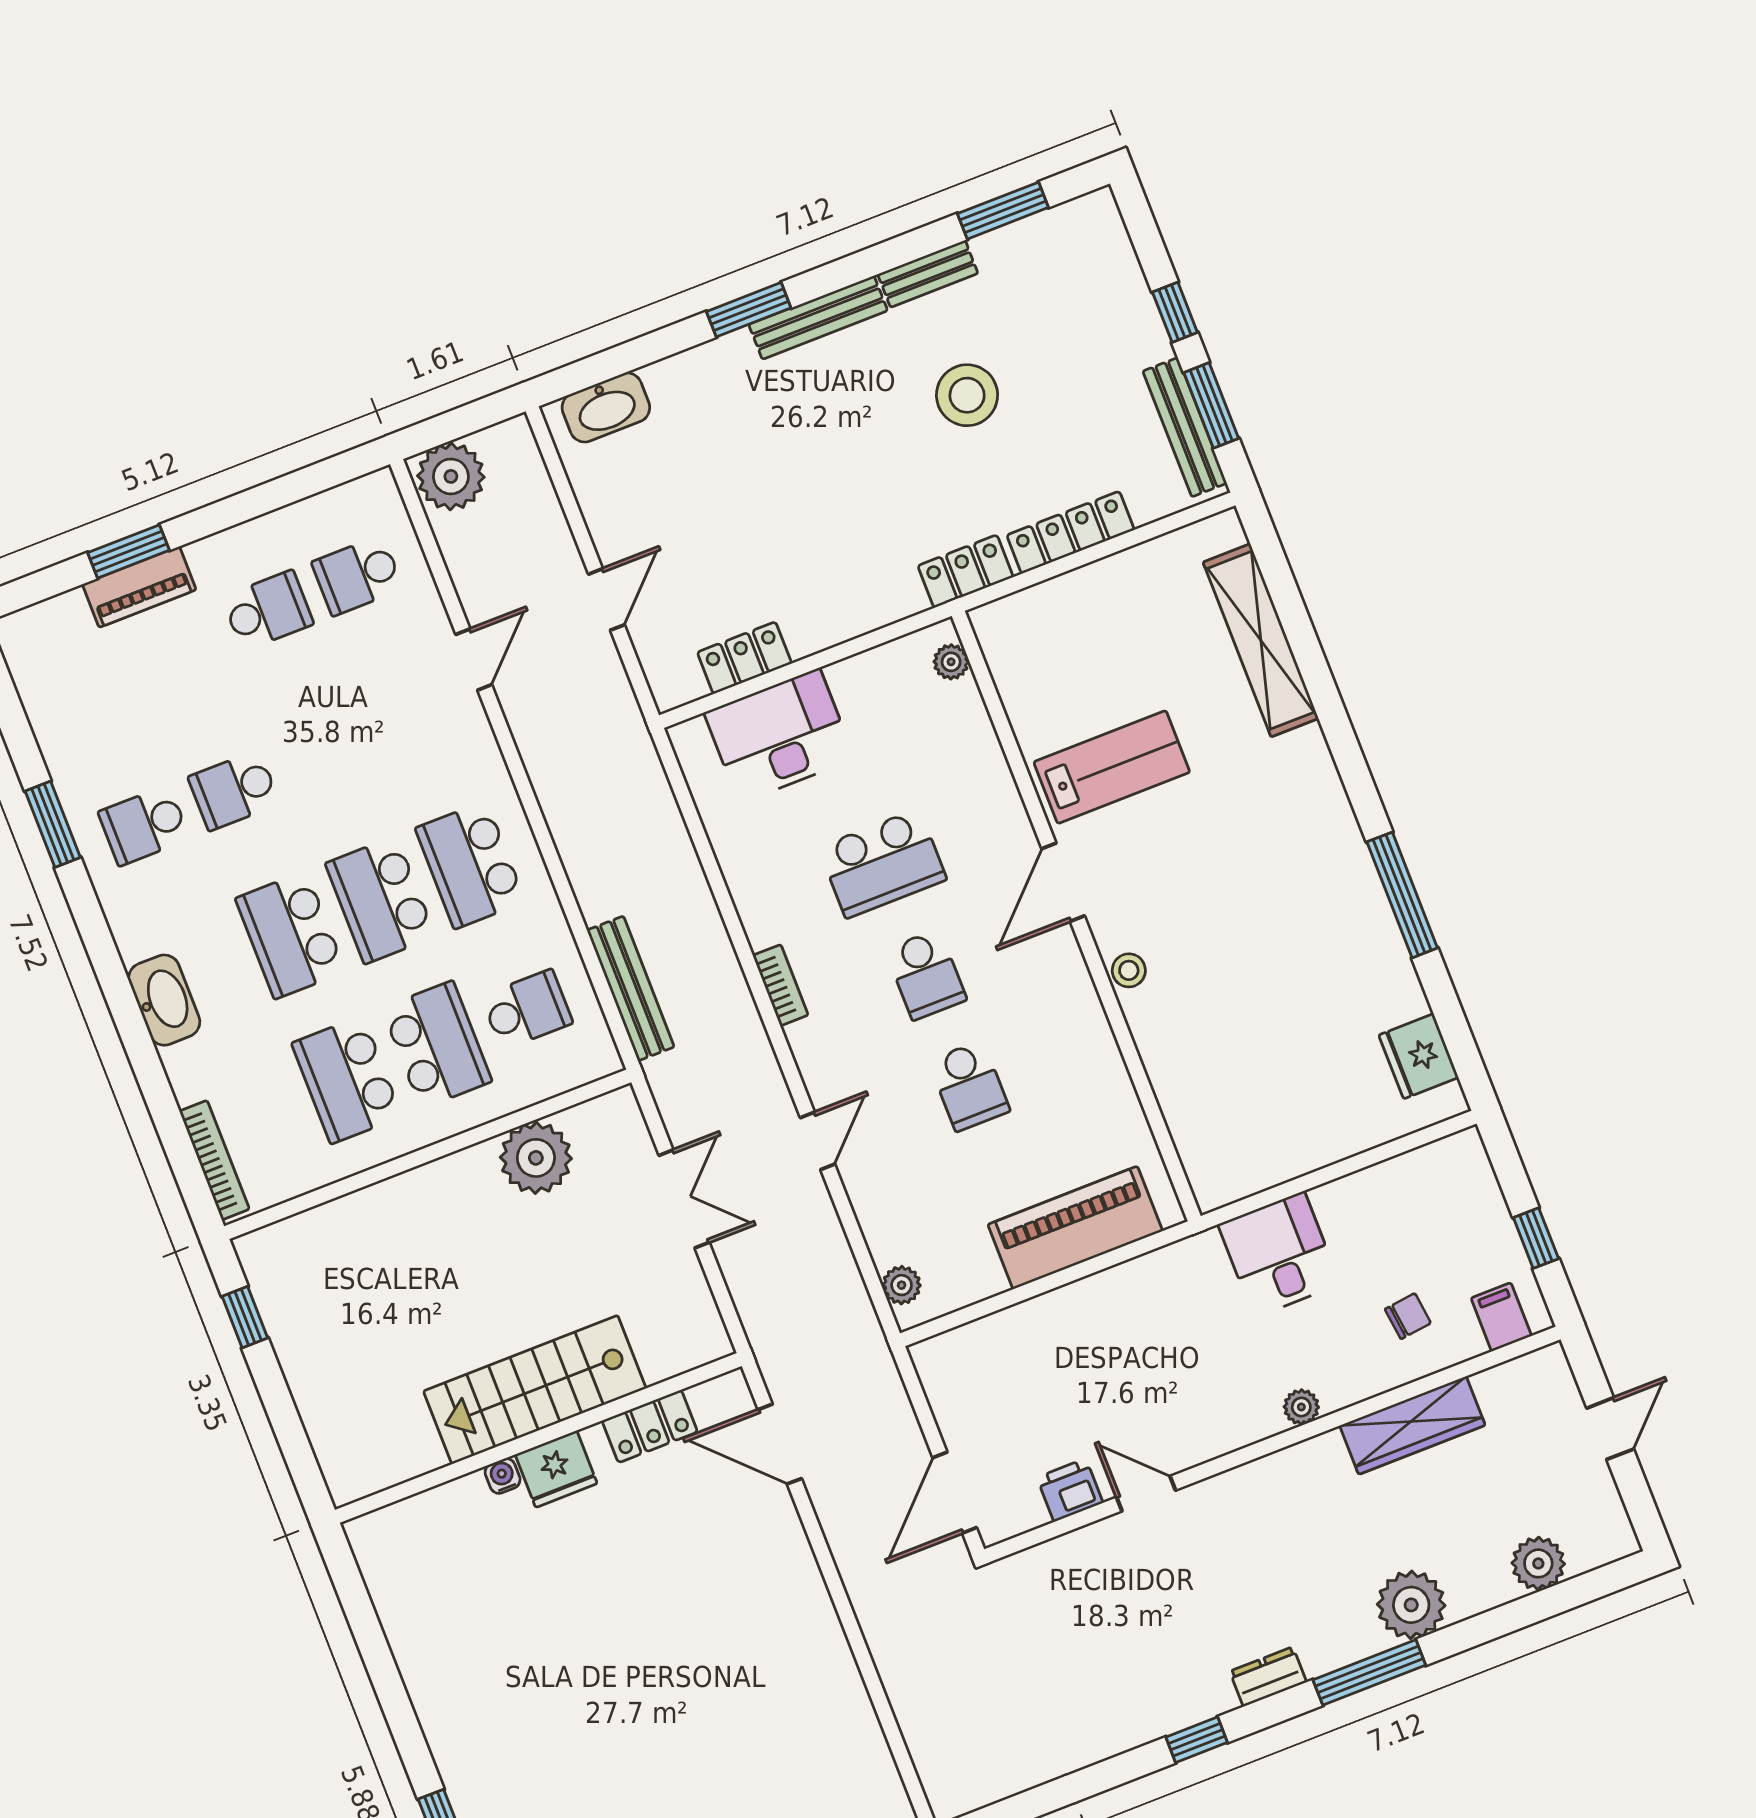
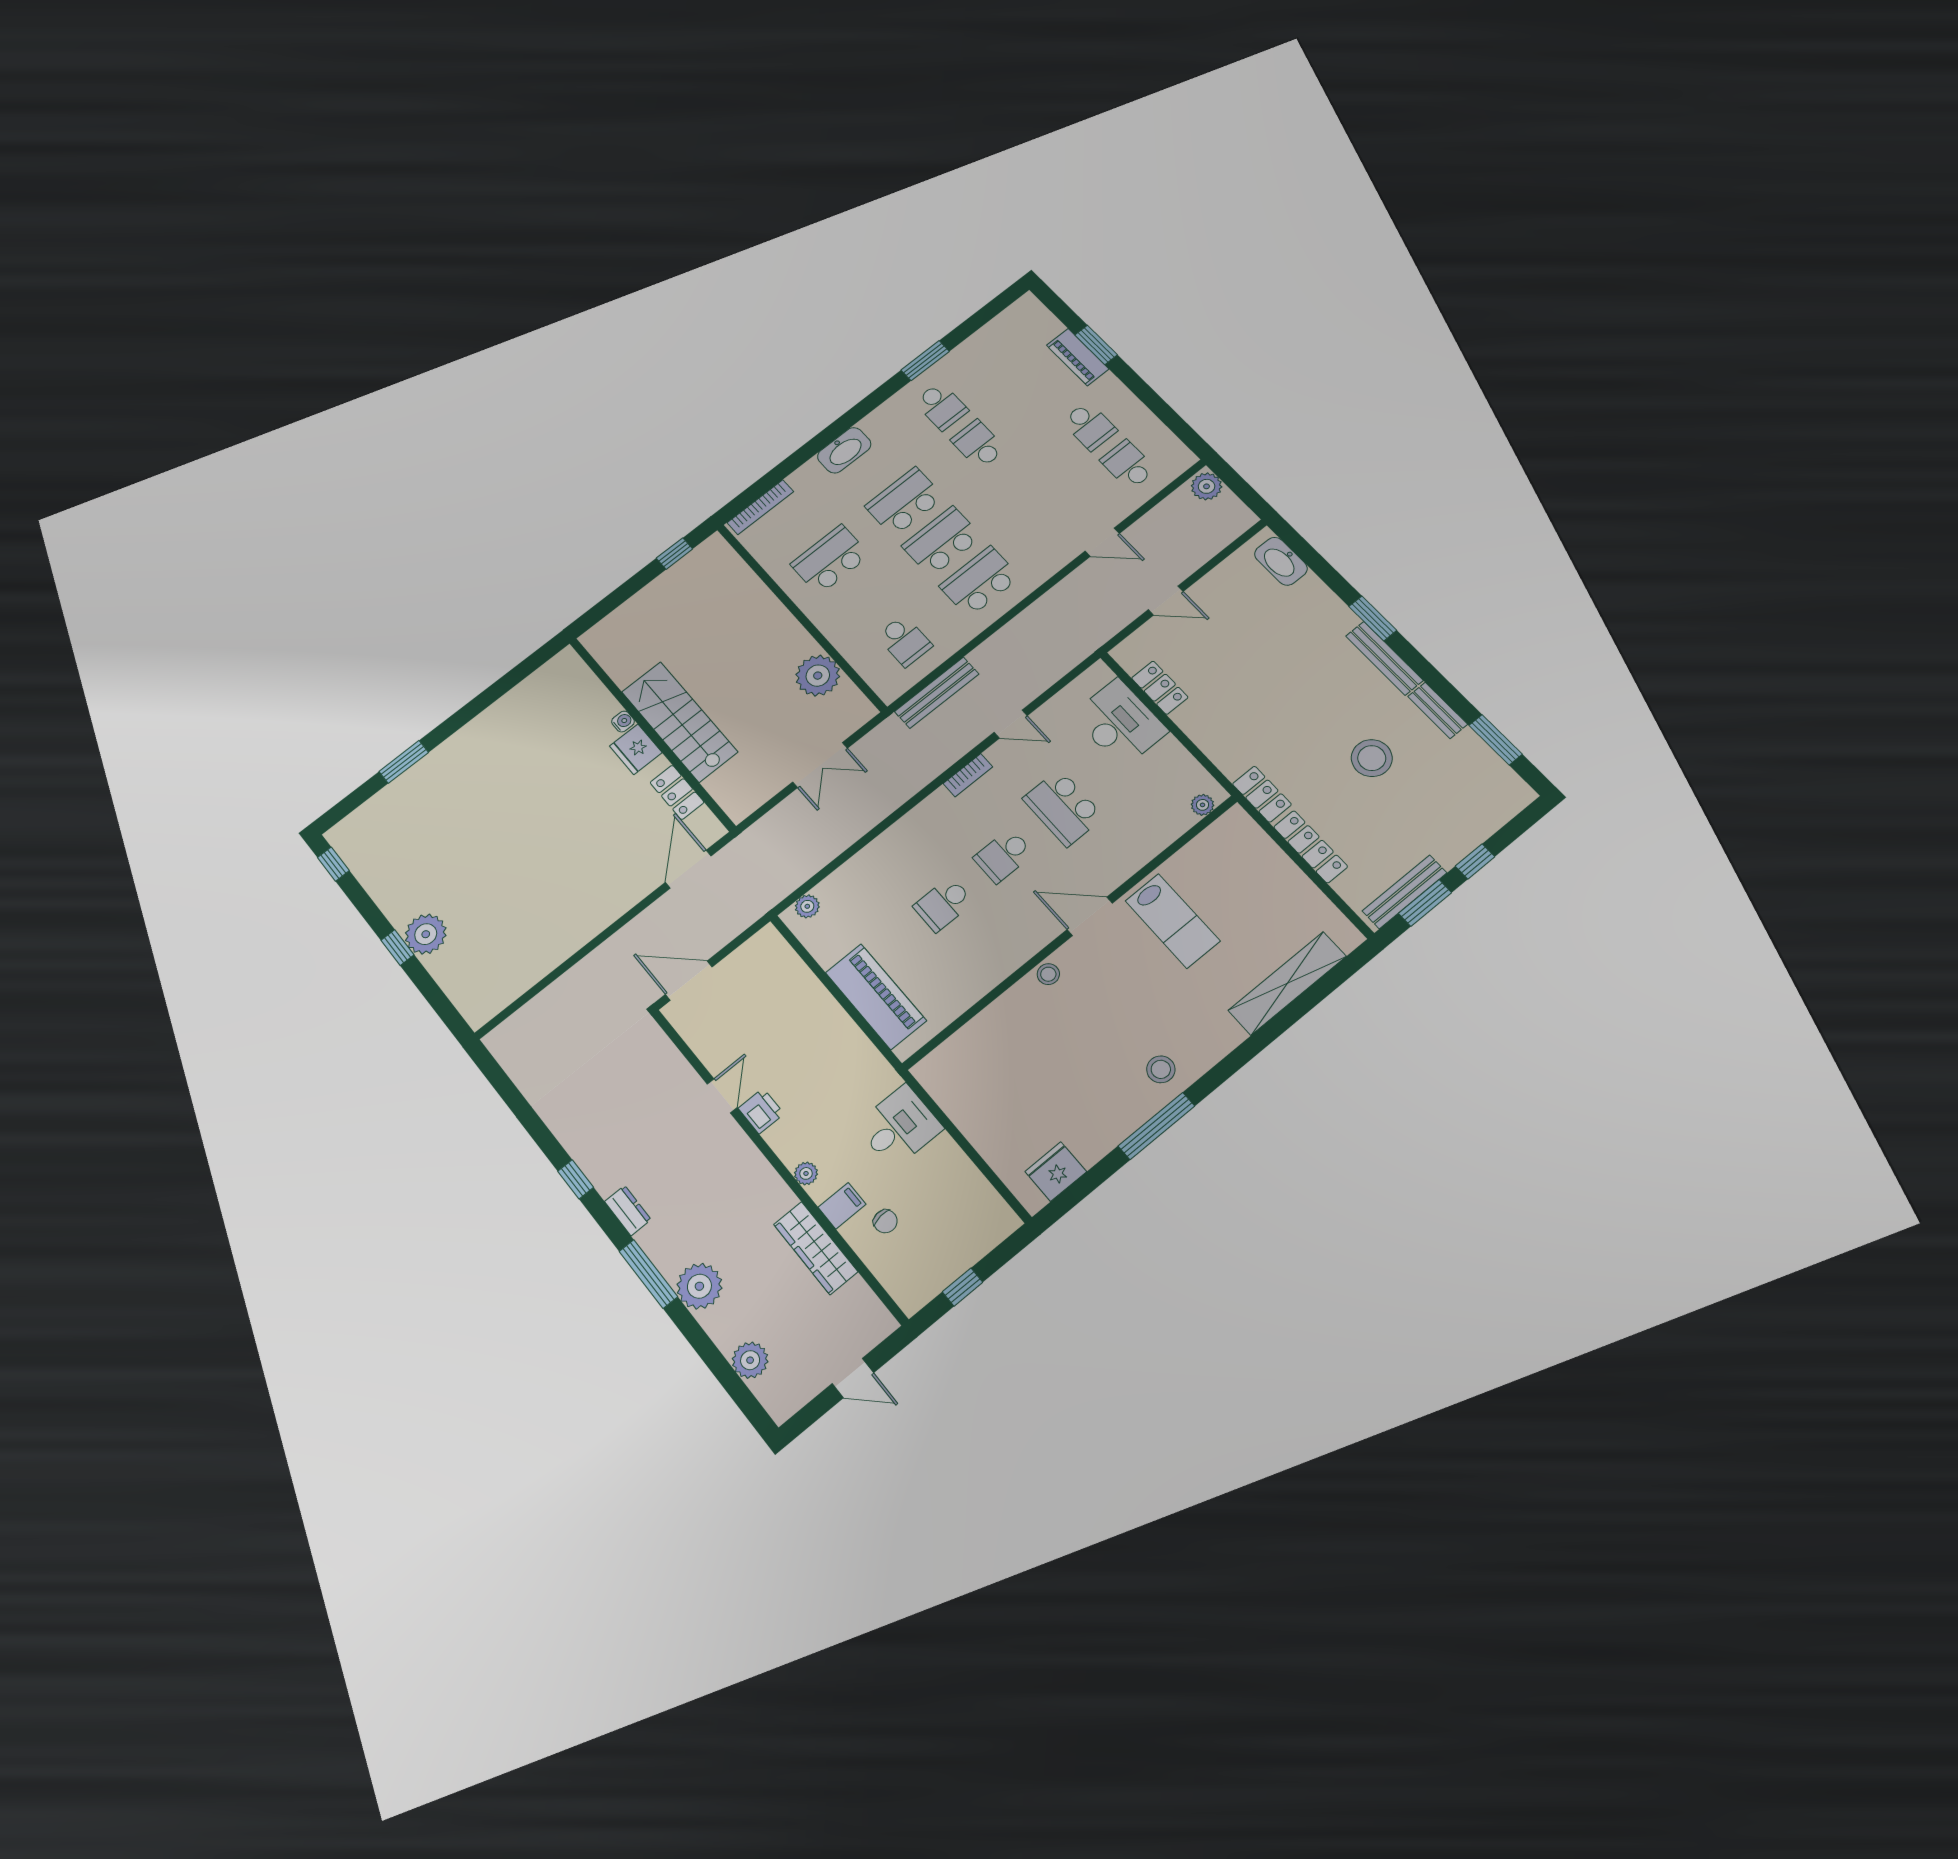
plant: (451, 476) -> (1207, 486), width x0.73, depth x0.73
school desk: (144, 825) -> (941, 406), turned 180
stool: (1324, 861) -> (1161, 1069), added
school desk: (437, 1045) -> (867, 600), removed
door: (818, 1141) -> (1011, 724), moved
filing cabinet: (1501, 1317) -> (842, 1206), moved
printer: (1070, 1490) -> (761, 1111), moved

